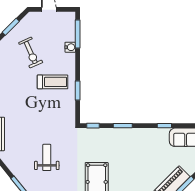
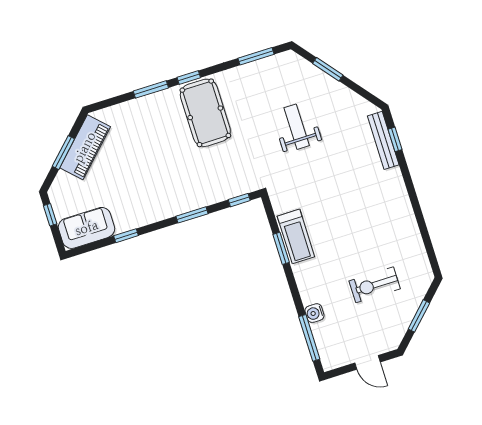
exercise bike: (31, 53) -> (375, 285), turned -66
treadmill: (53, 82) -> (296, 236), moved, turned -90
weight bench: (47, 157) -> (297, 127), turned 180

